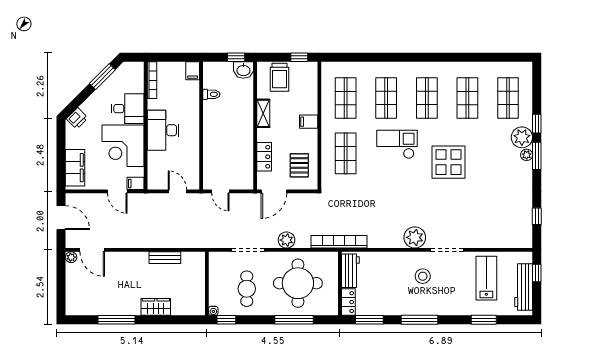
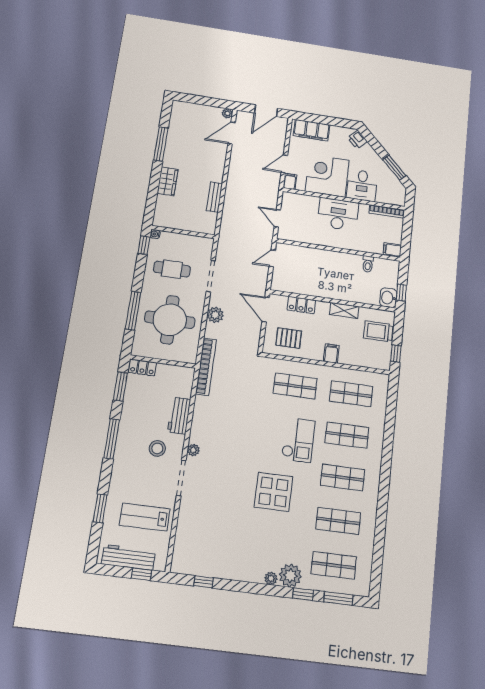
window: (537, 156) -> (338, 598), moved
door: (177, 191) -> (277, 218), swing flipped
plant: (415, 237) -> (193, 450), width x0.53, depth x0.53
workbench: (350, 271) -> (179, 416), moved, turned 90
lab bench: (486, 278) -> (145, 517), turned 180

